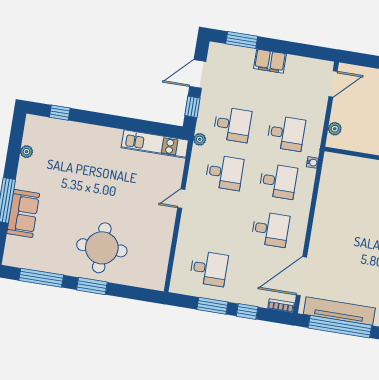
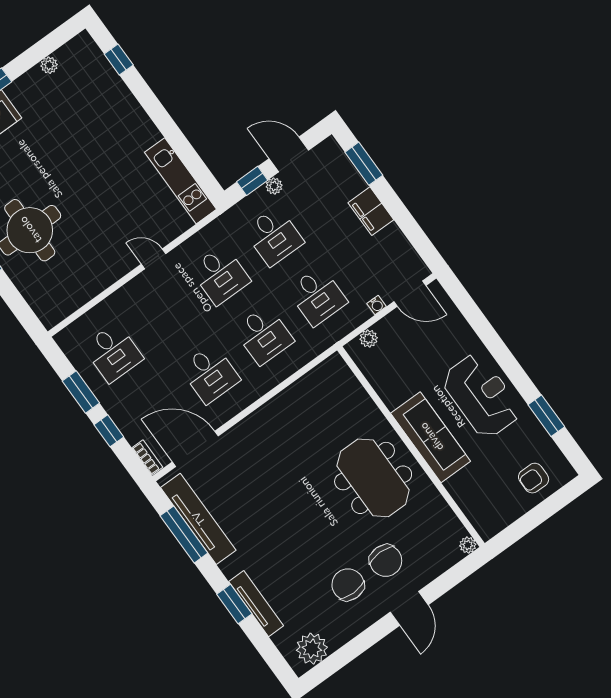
plant: (200, 139) -> (274, 186), moved
water cooler: (312, 162) -> (377, 305), moved
window: (340, 327) -> (184, 534), width x0.68

